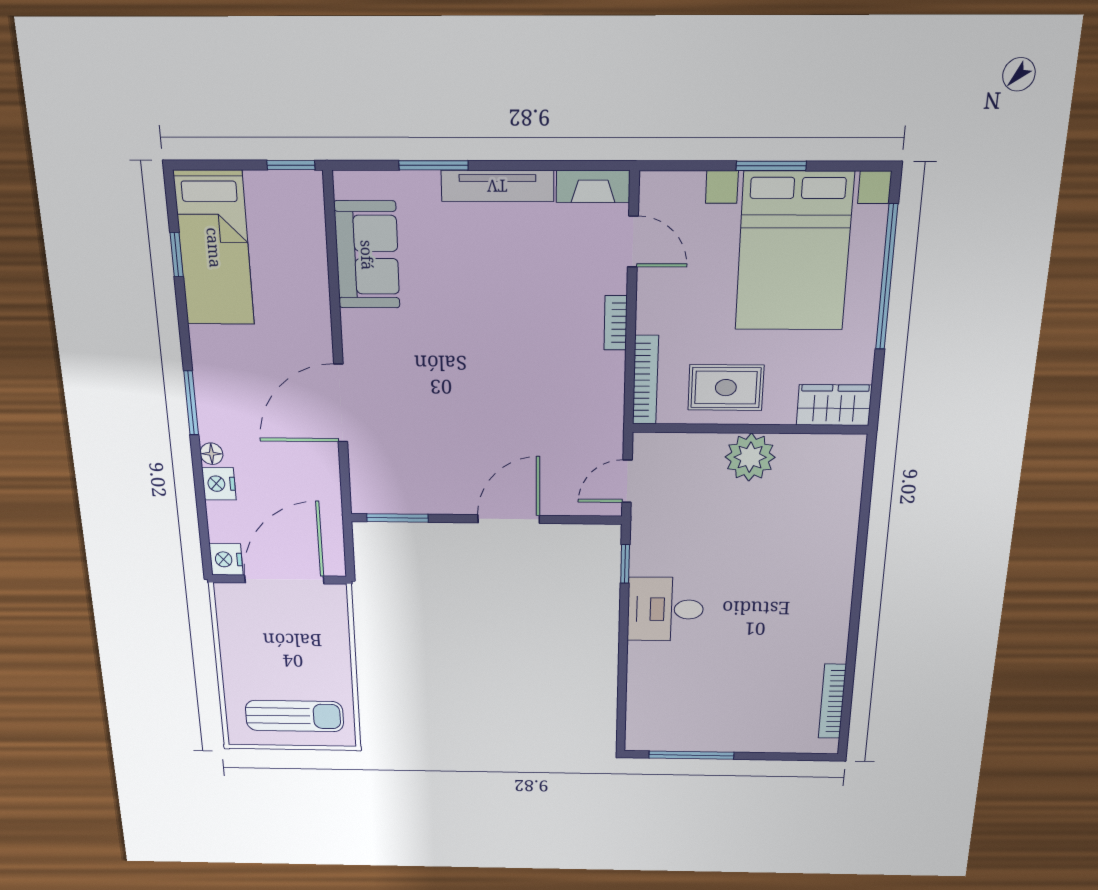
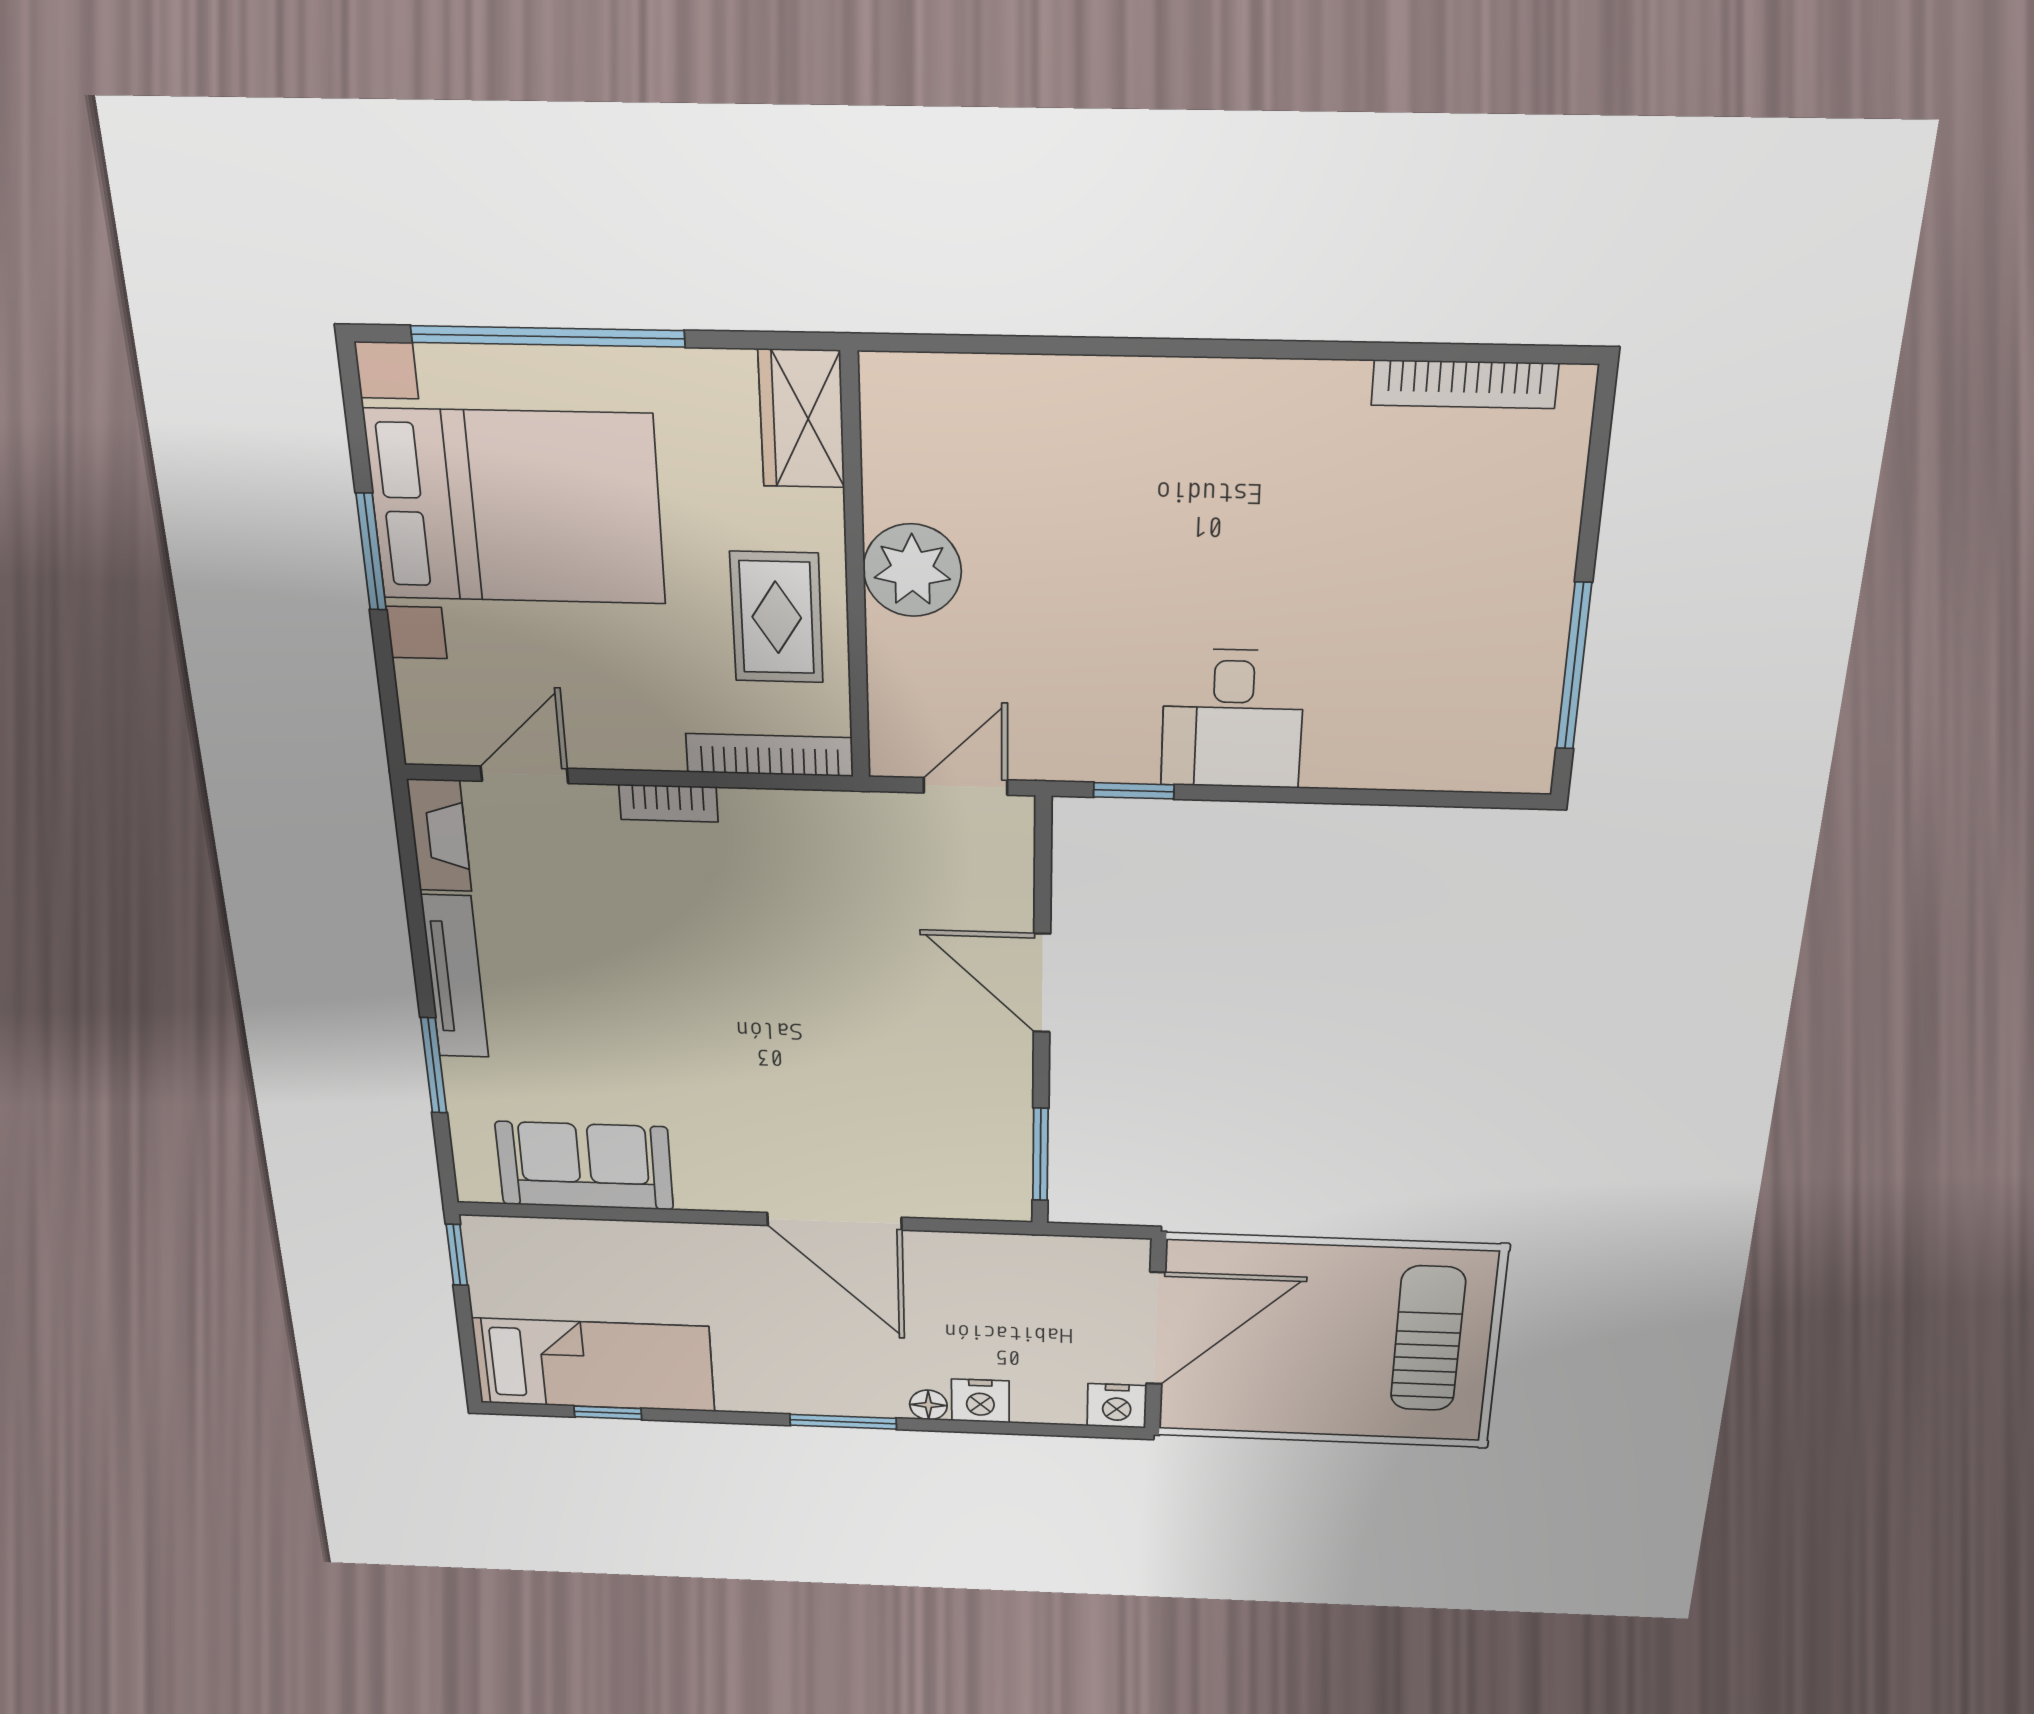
door: (627, 481) -> (965, 786), swing flipped
door: (284, 579) -> (1156, 1329), swing flipped

